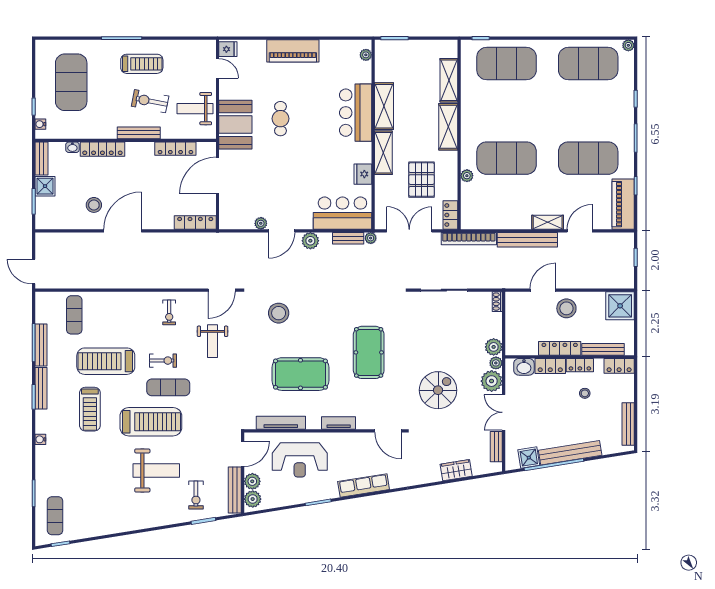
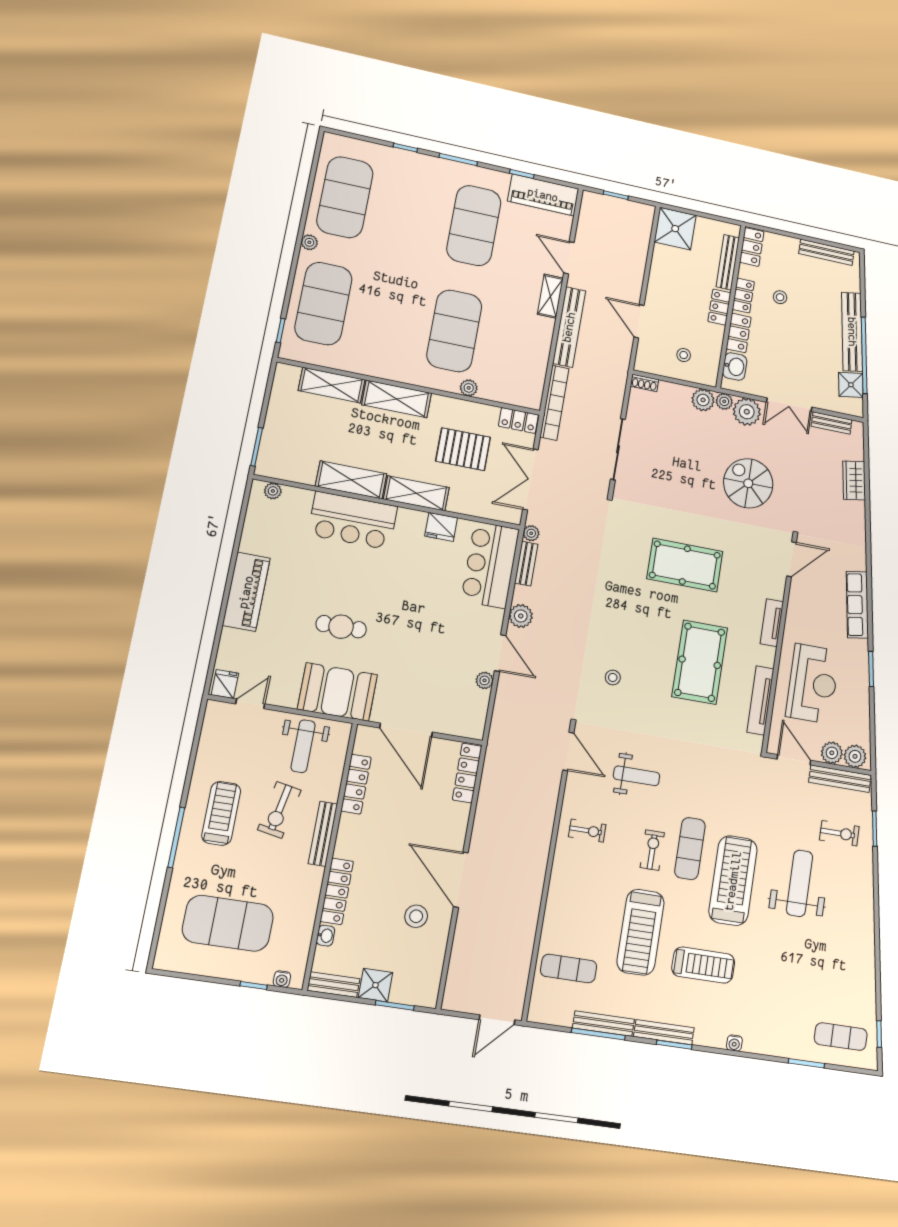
plant: (628, 45) -> (309, 242), moved
stool: (566, 308) -> (684, 355), moved, width x0.53, depth x0.53
stool: (279, 313) -> (613, 677), width x0.53, depth x0.53
locker: (560, 348) -> (719, 307), width x0.66

